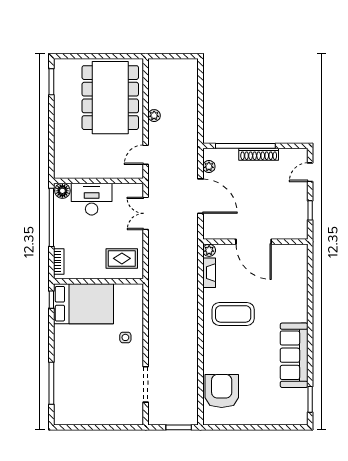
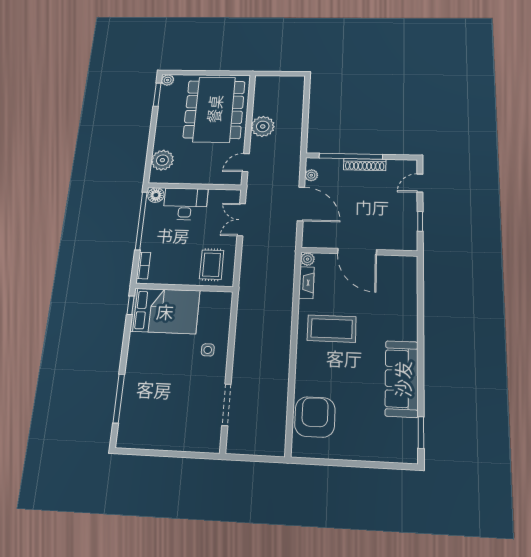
plant: (60, 65) -> (168, 80), added
plant: (154, 116) -> (263, 126), width x1.88, depth x1.88
plant: (65, 154) -> (162, 160), added
rug: (122, 258) -> (212, 265), turned 90
window: (179, 427) -> (261, 459), removed

